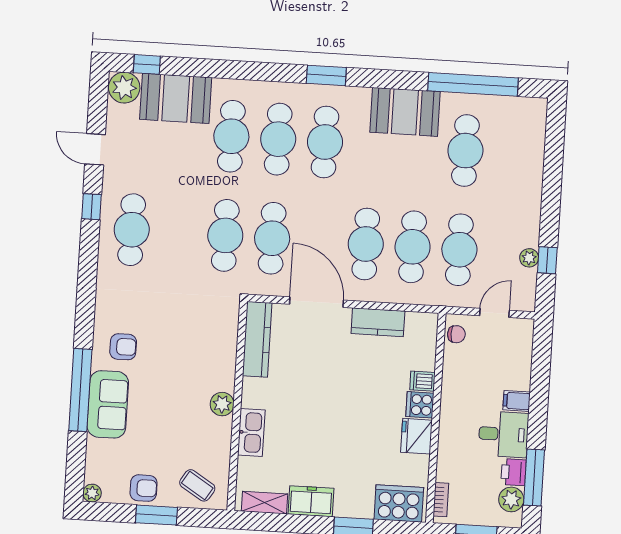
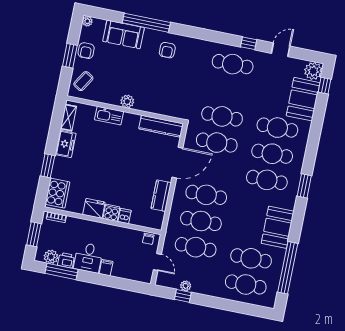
cafe table: (512, 153) -> (246, 284), added
sofa: (108, 404) -> (123, 34), moved

